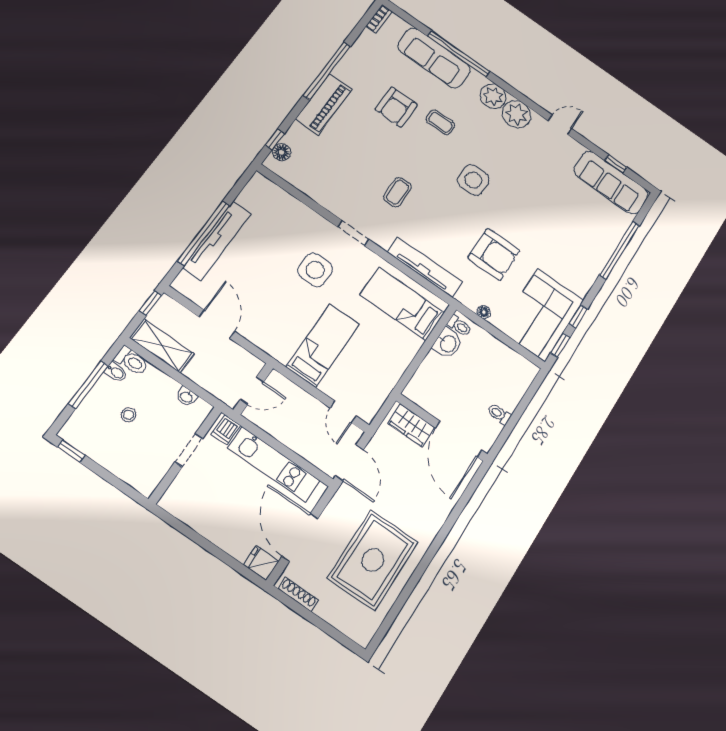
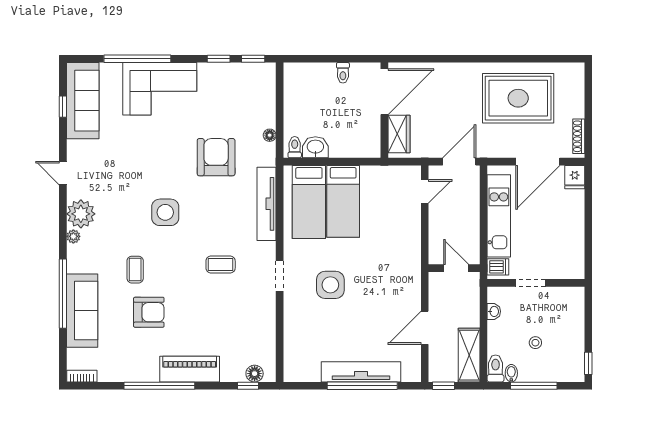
plant: (493, 96) -> (73, 236), width x0.53, depth x0.53
corner sofa: (541, 315) -> (160, 89), moved
bed: (323, 346) -> (343, 201), moved, turned -90

